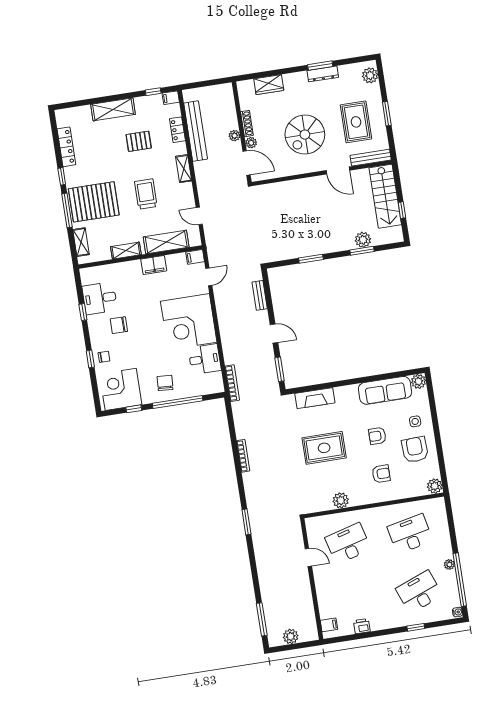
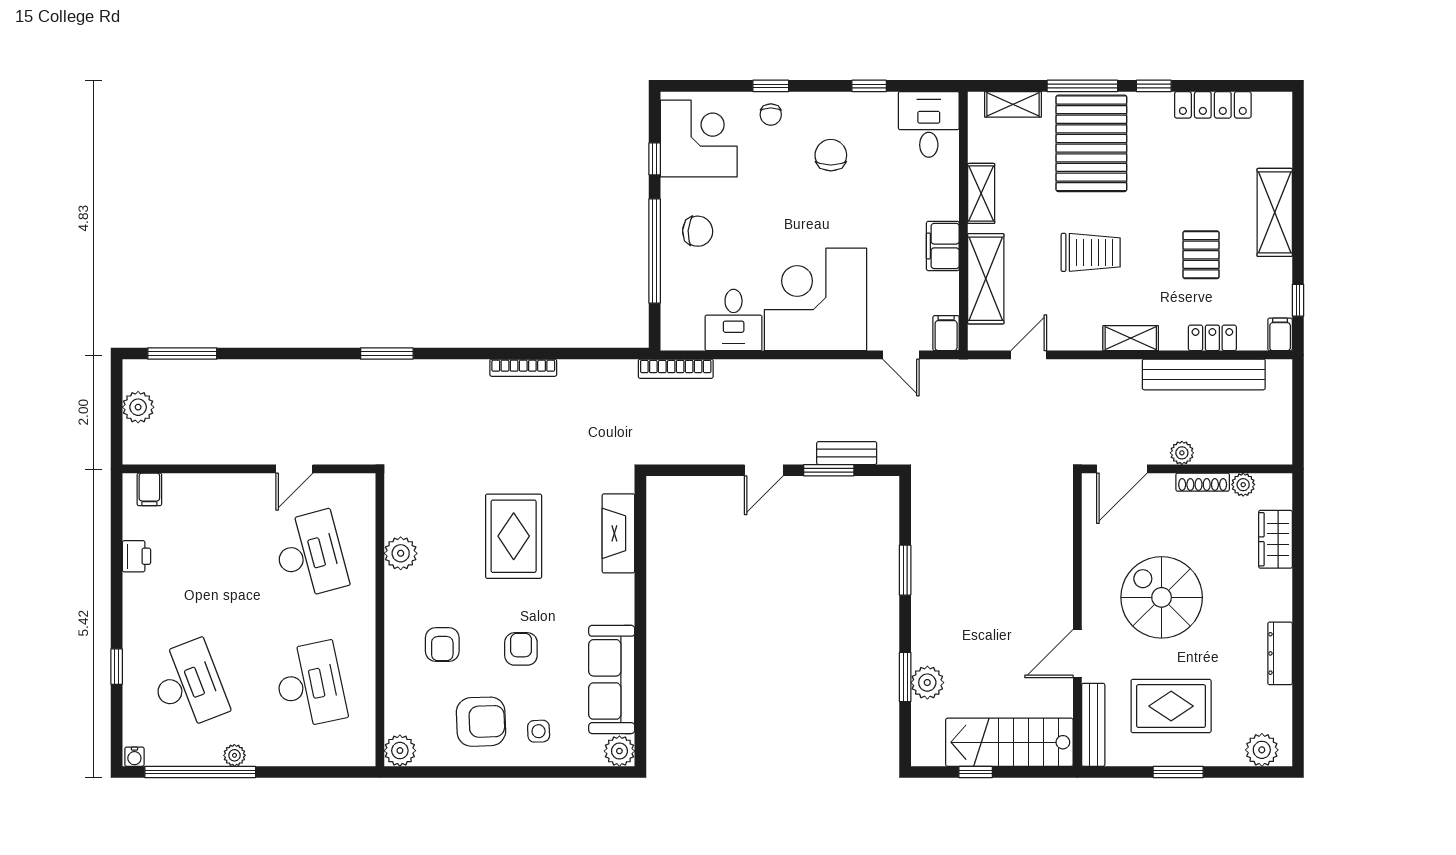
window: (320, 66) -> (1298, 651), removed
plant: (251, 143) -> (1243, 485), moved
desk: (100, 298) -> (929, 124), moved
window: (280, 369) -> (829, 470), moved

